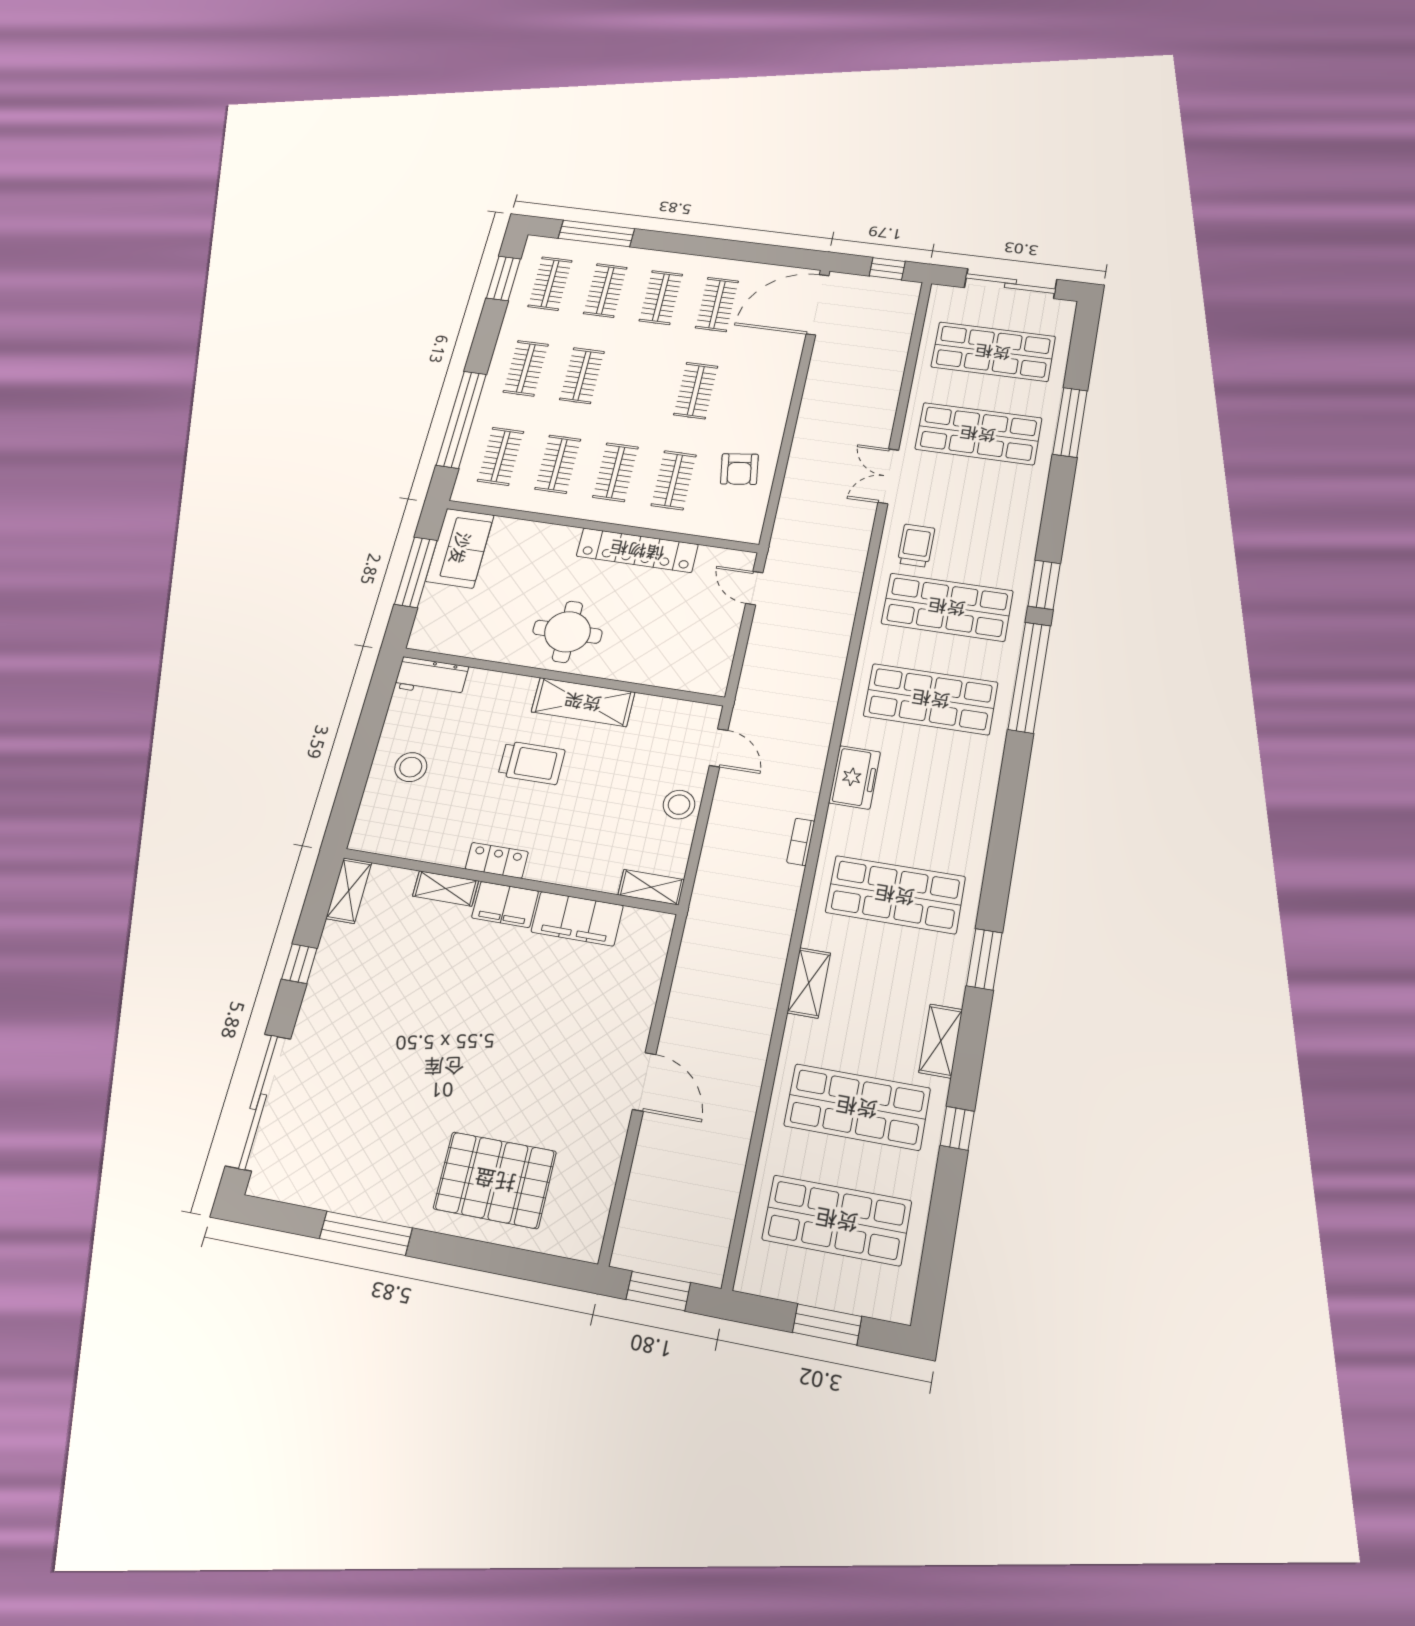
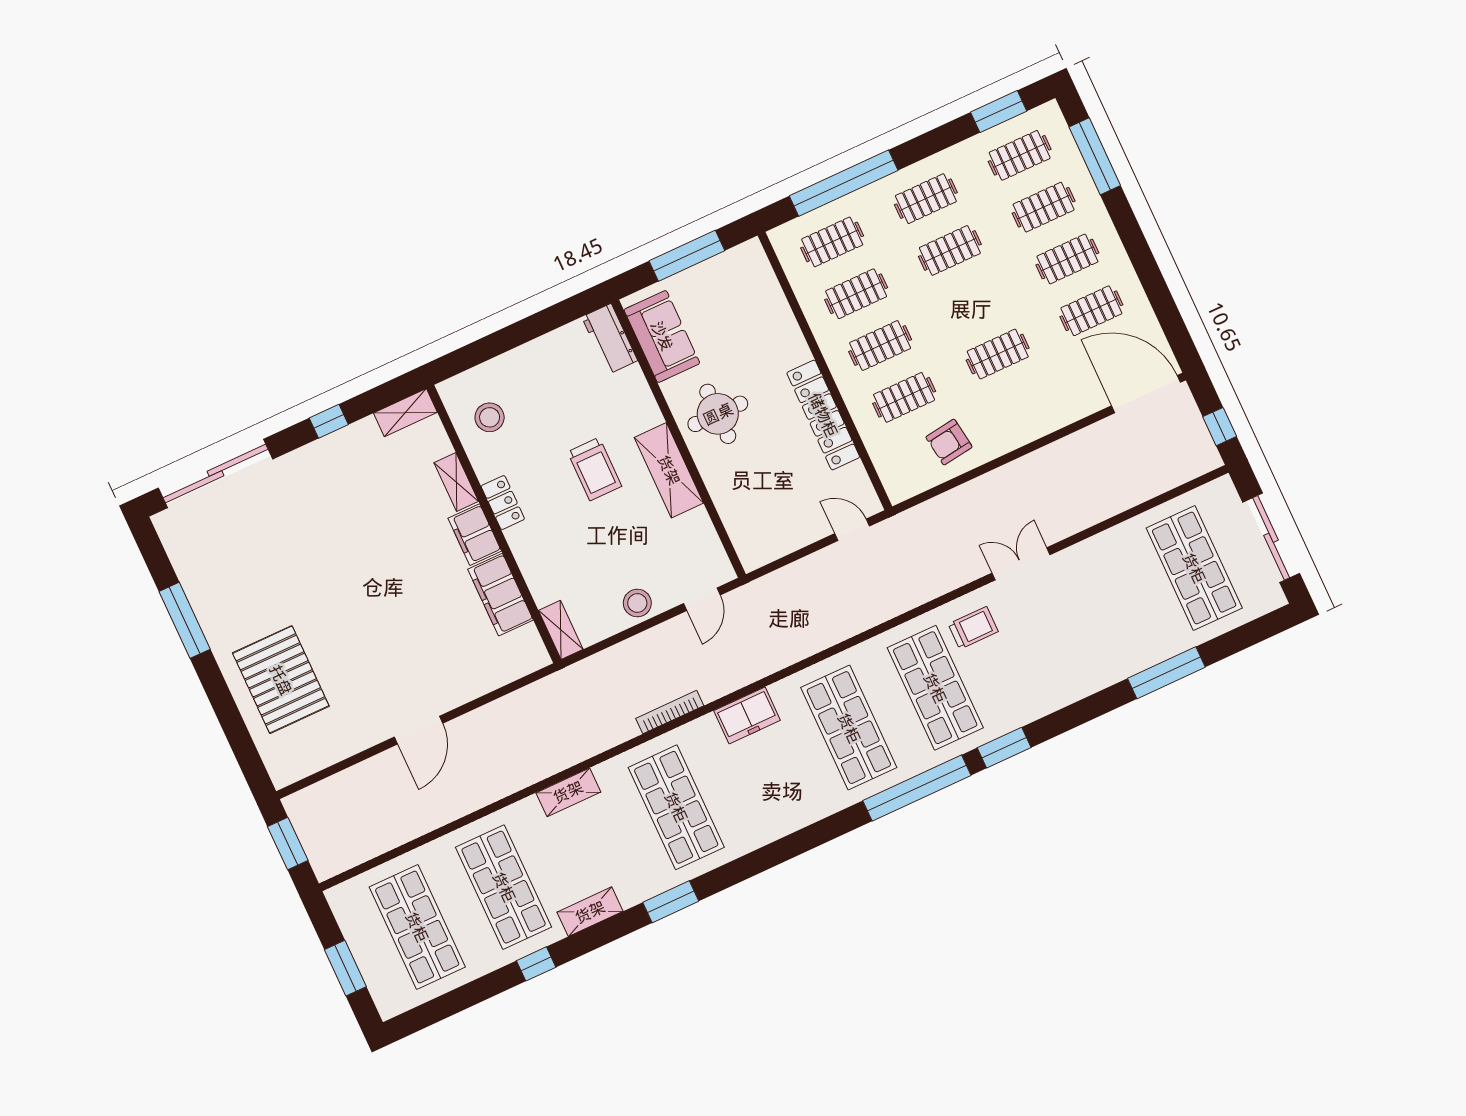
shop shelf: (978, 434) -> (1108, 608), removed
sofa: (460, 548) -> (662, 336), moved, turned -90
door: (754, 588) -> (852, 530), hinge flipped
stool: (411, 767) -> (490, 417), moved
bookcase: (801, 842) -> (670, 712), width x1.56

